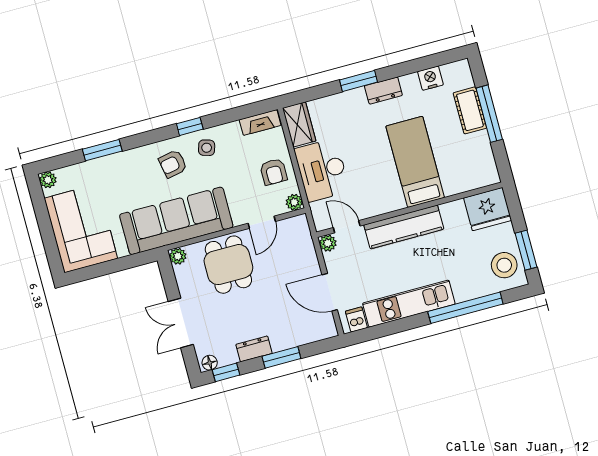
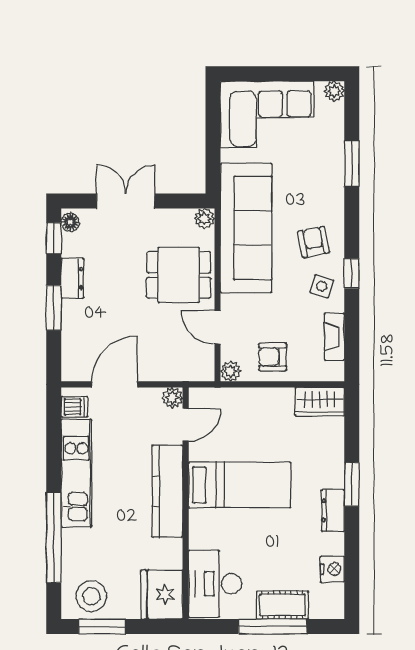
fireplace: (260, 122) -> (334, 337), moved
bed: (415, 162) -> (240, 485), moved
desk: (322, 170) -> (215, 584), moved, turned -90

